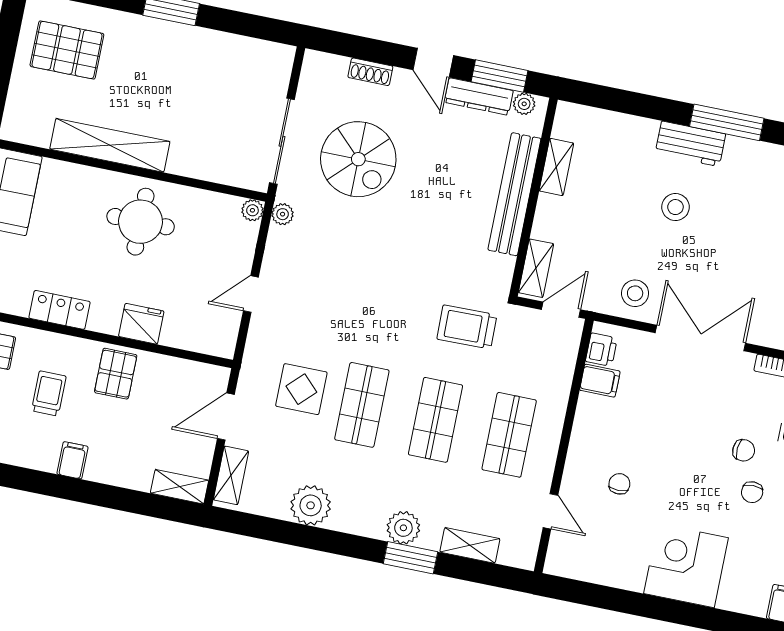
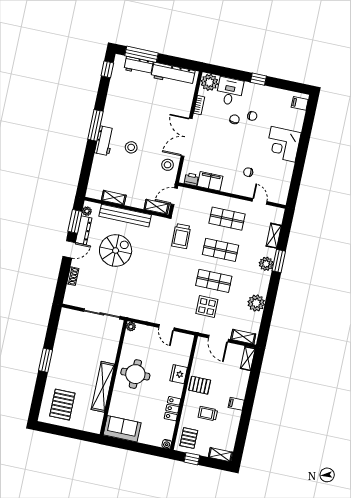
spiral stairs: (358, 159) -> (116, 250), moved
plant: (283, 214) -> (133, 314), removed
door: (561, 310) -> (174, 196), hinge flipped
filing cabinet: (600, 381) -> (210, 181), width x2.00
door: (550, 511) -> (260, 201), hinge flipped

